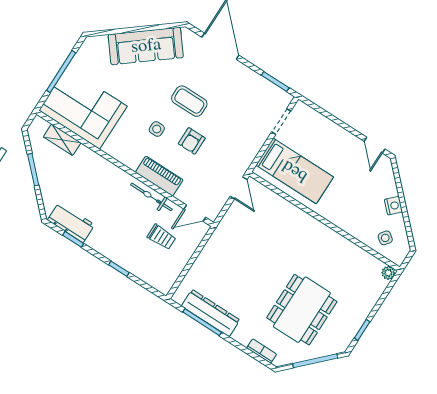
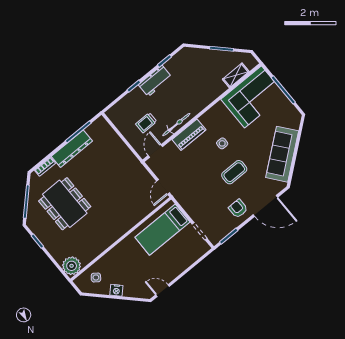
armchair: (192, 141) -> (238, 209), moved
door: (239, 188) -> (163, 187), hinge flipped
workbench: (71, 222) -> (155, 81), moved
plant: (388, 273) -> (72, 266), width x1.88, depth x1.88
dresser: (211, 313) -> (72, 149), moved

